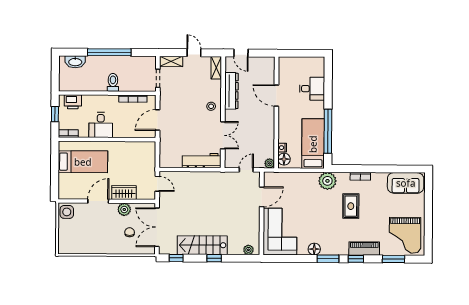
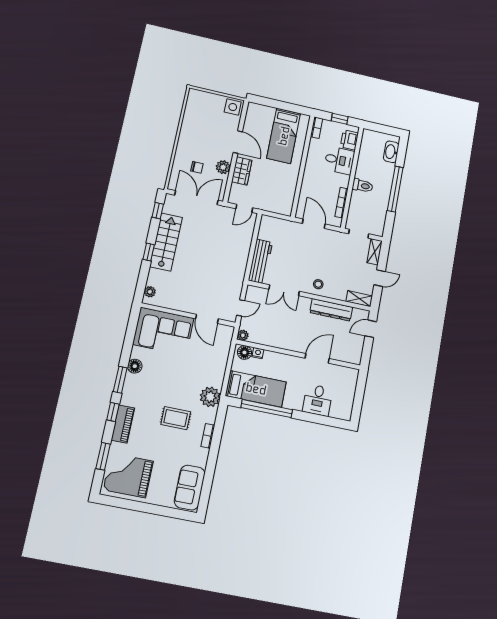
desk: (101, 125) -> (339, 160), moved, turned 180
door: (246, 170) -> (241, 308), hinge flipped

